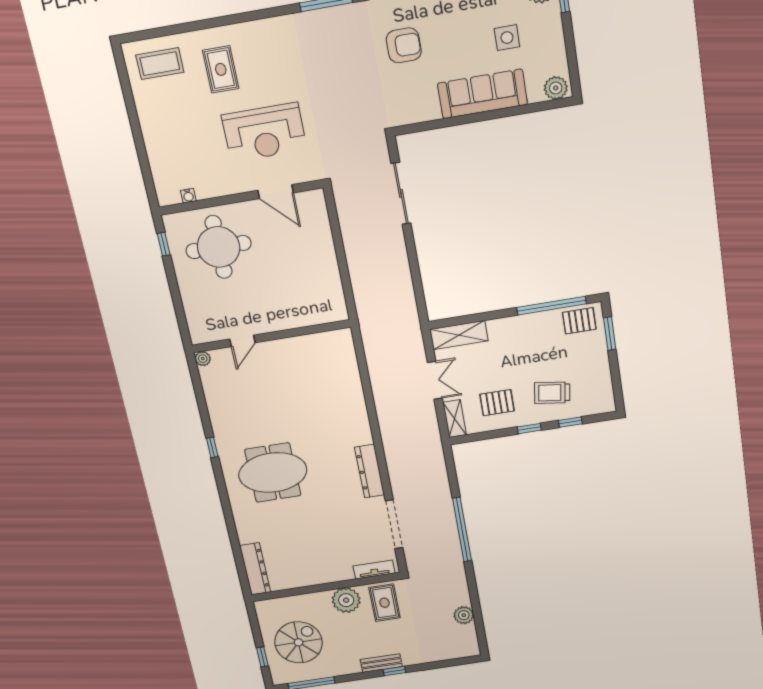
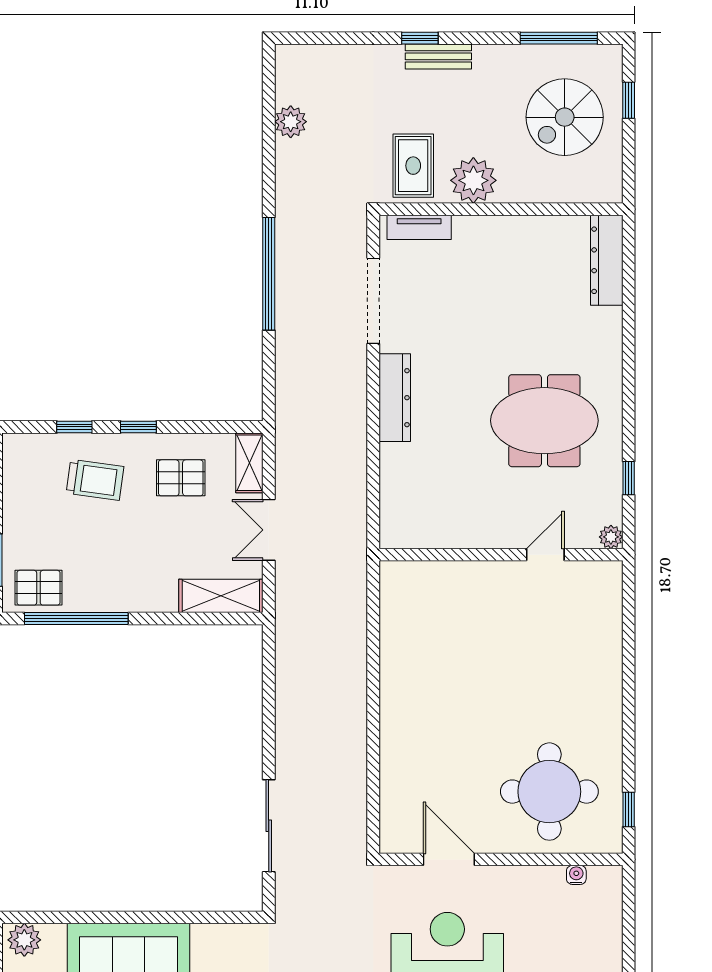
wall: (271, 336) -> (501, 555), moved
door: (242, 341) -> (545, 555), moved
plant: (203, 359) -> (611, 537), moved

